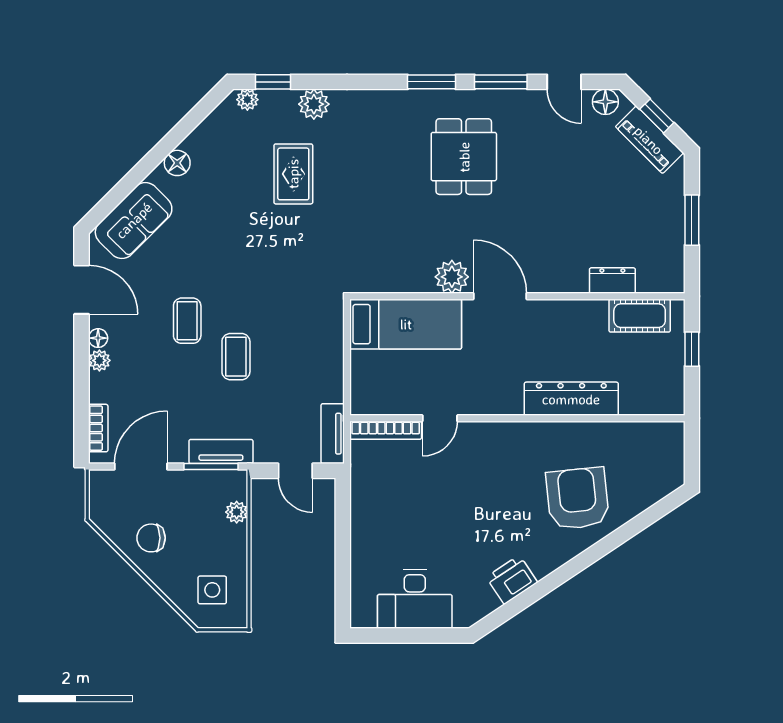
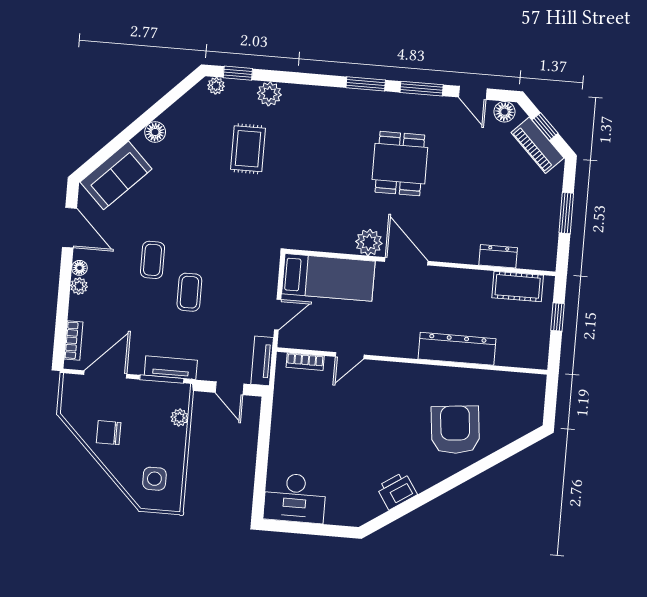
dining table: (464, 157) -> (400, 164), moved
door: (347, 375) -> (278, 315), added
bookcase: (386, 430) -> (305, 362), width x0.64
desk: (415, 599) -> (295, 498), moved

